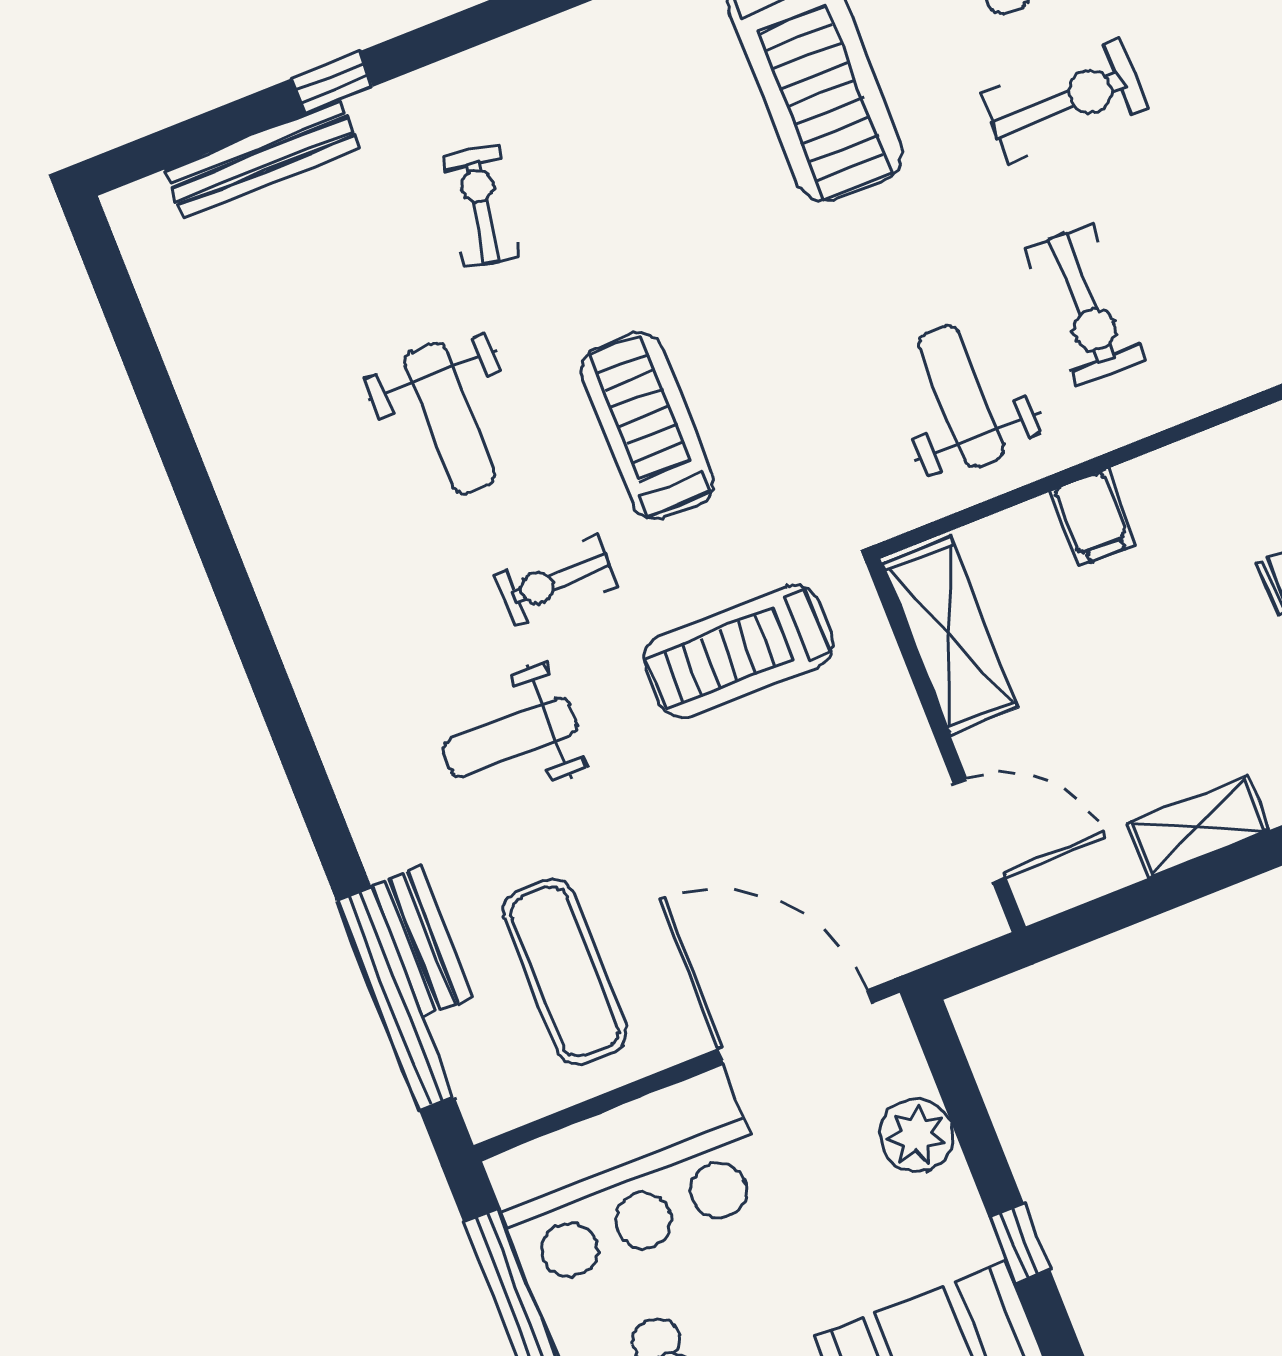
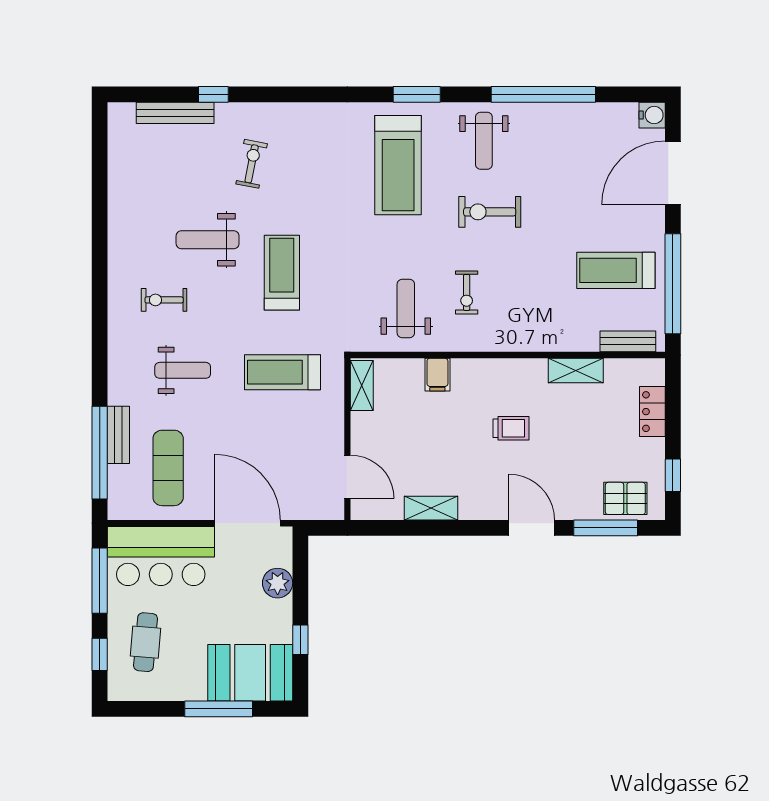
exercise bike: (1065, 101) -> (490, 212), turned 180
exercise bike: (1085, 305) -> (467, 292), width x0.73, depth x0.72
weight bench: (449, 418) -> (208, 240), turned 90
exercise bike: (556, 581) -> (164, 300), moved
shelving: (950, 636) -> (362, 385), width x0.67, depth x0.75
weight bench: (510, 737) -> (183, 370), turned 180

